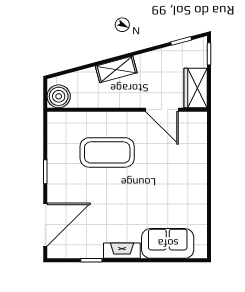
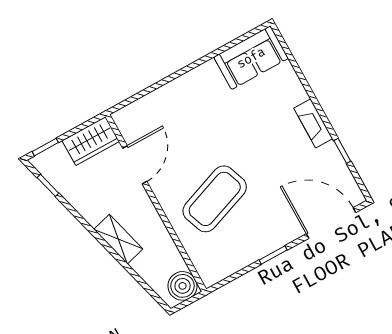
coffee table: (107, 152) -> (215, 199), turned 70
sofa: (168, 243) -> (251, 58), moved, turned -90

